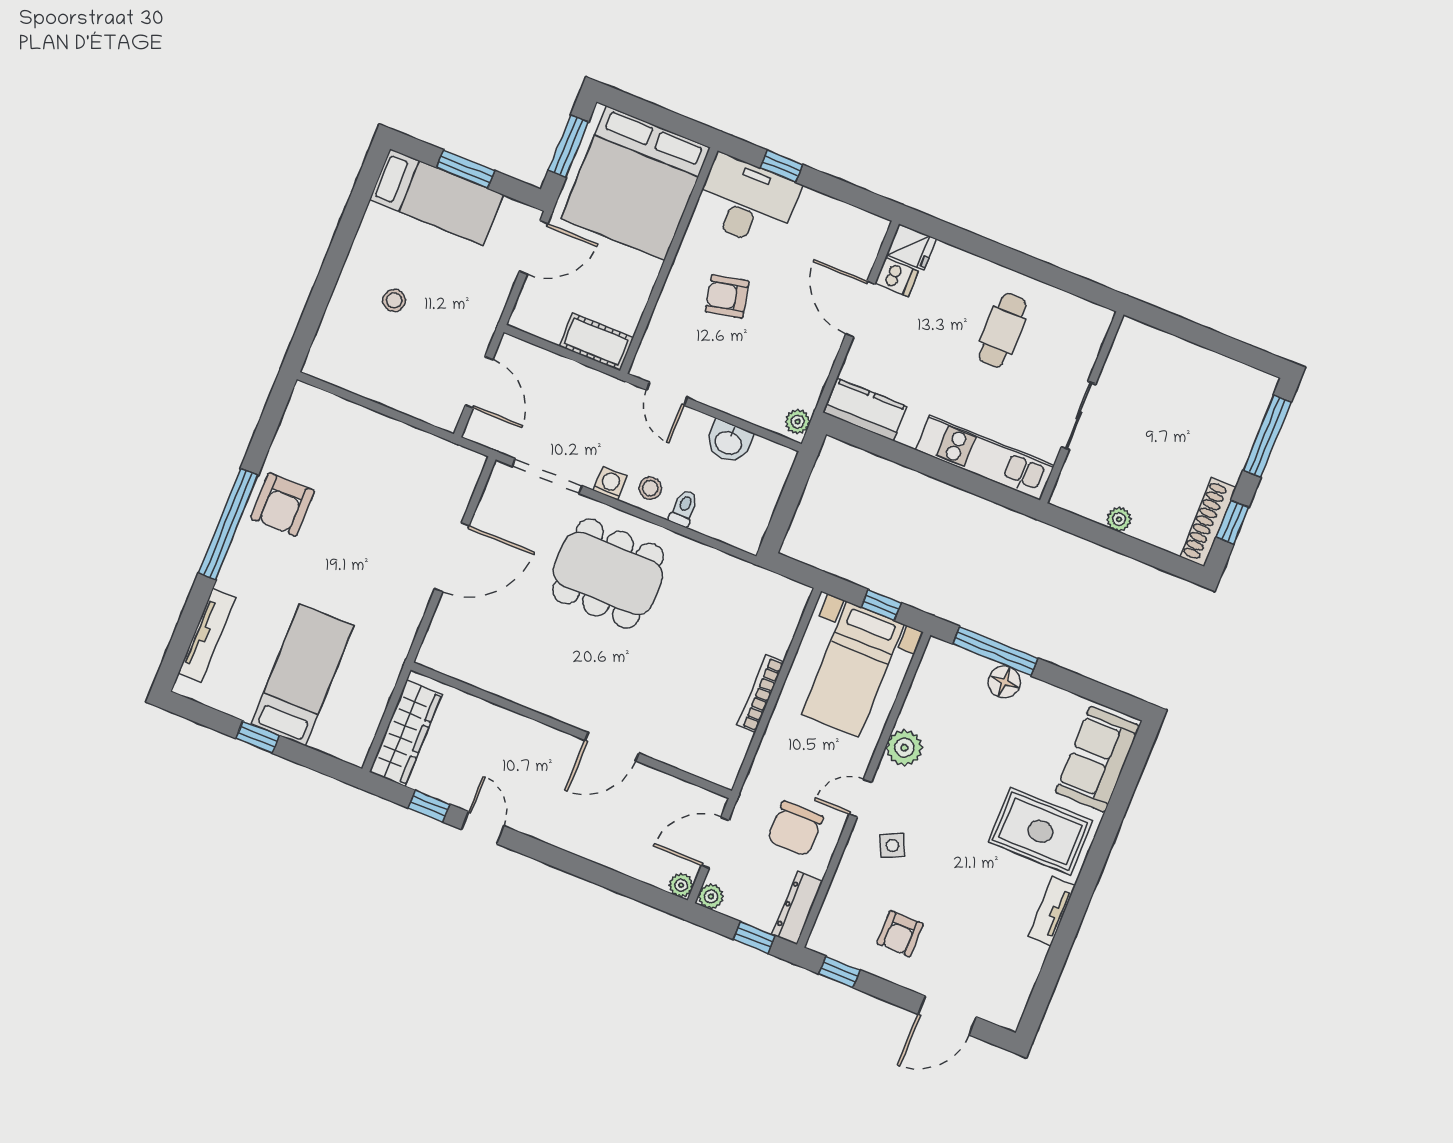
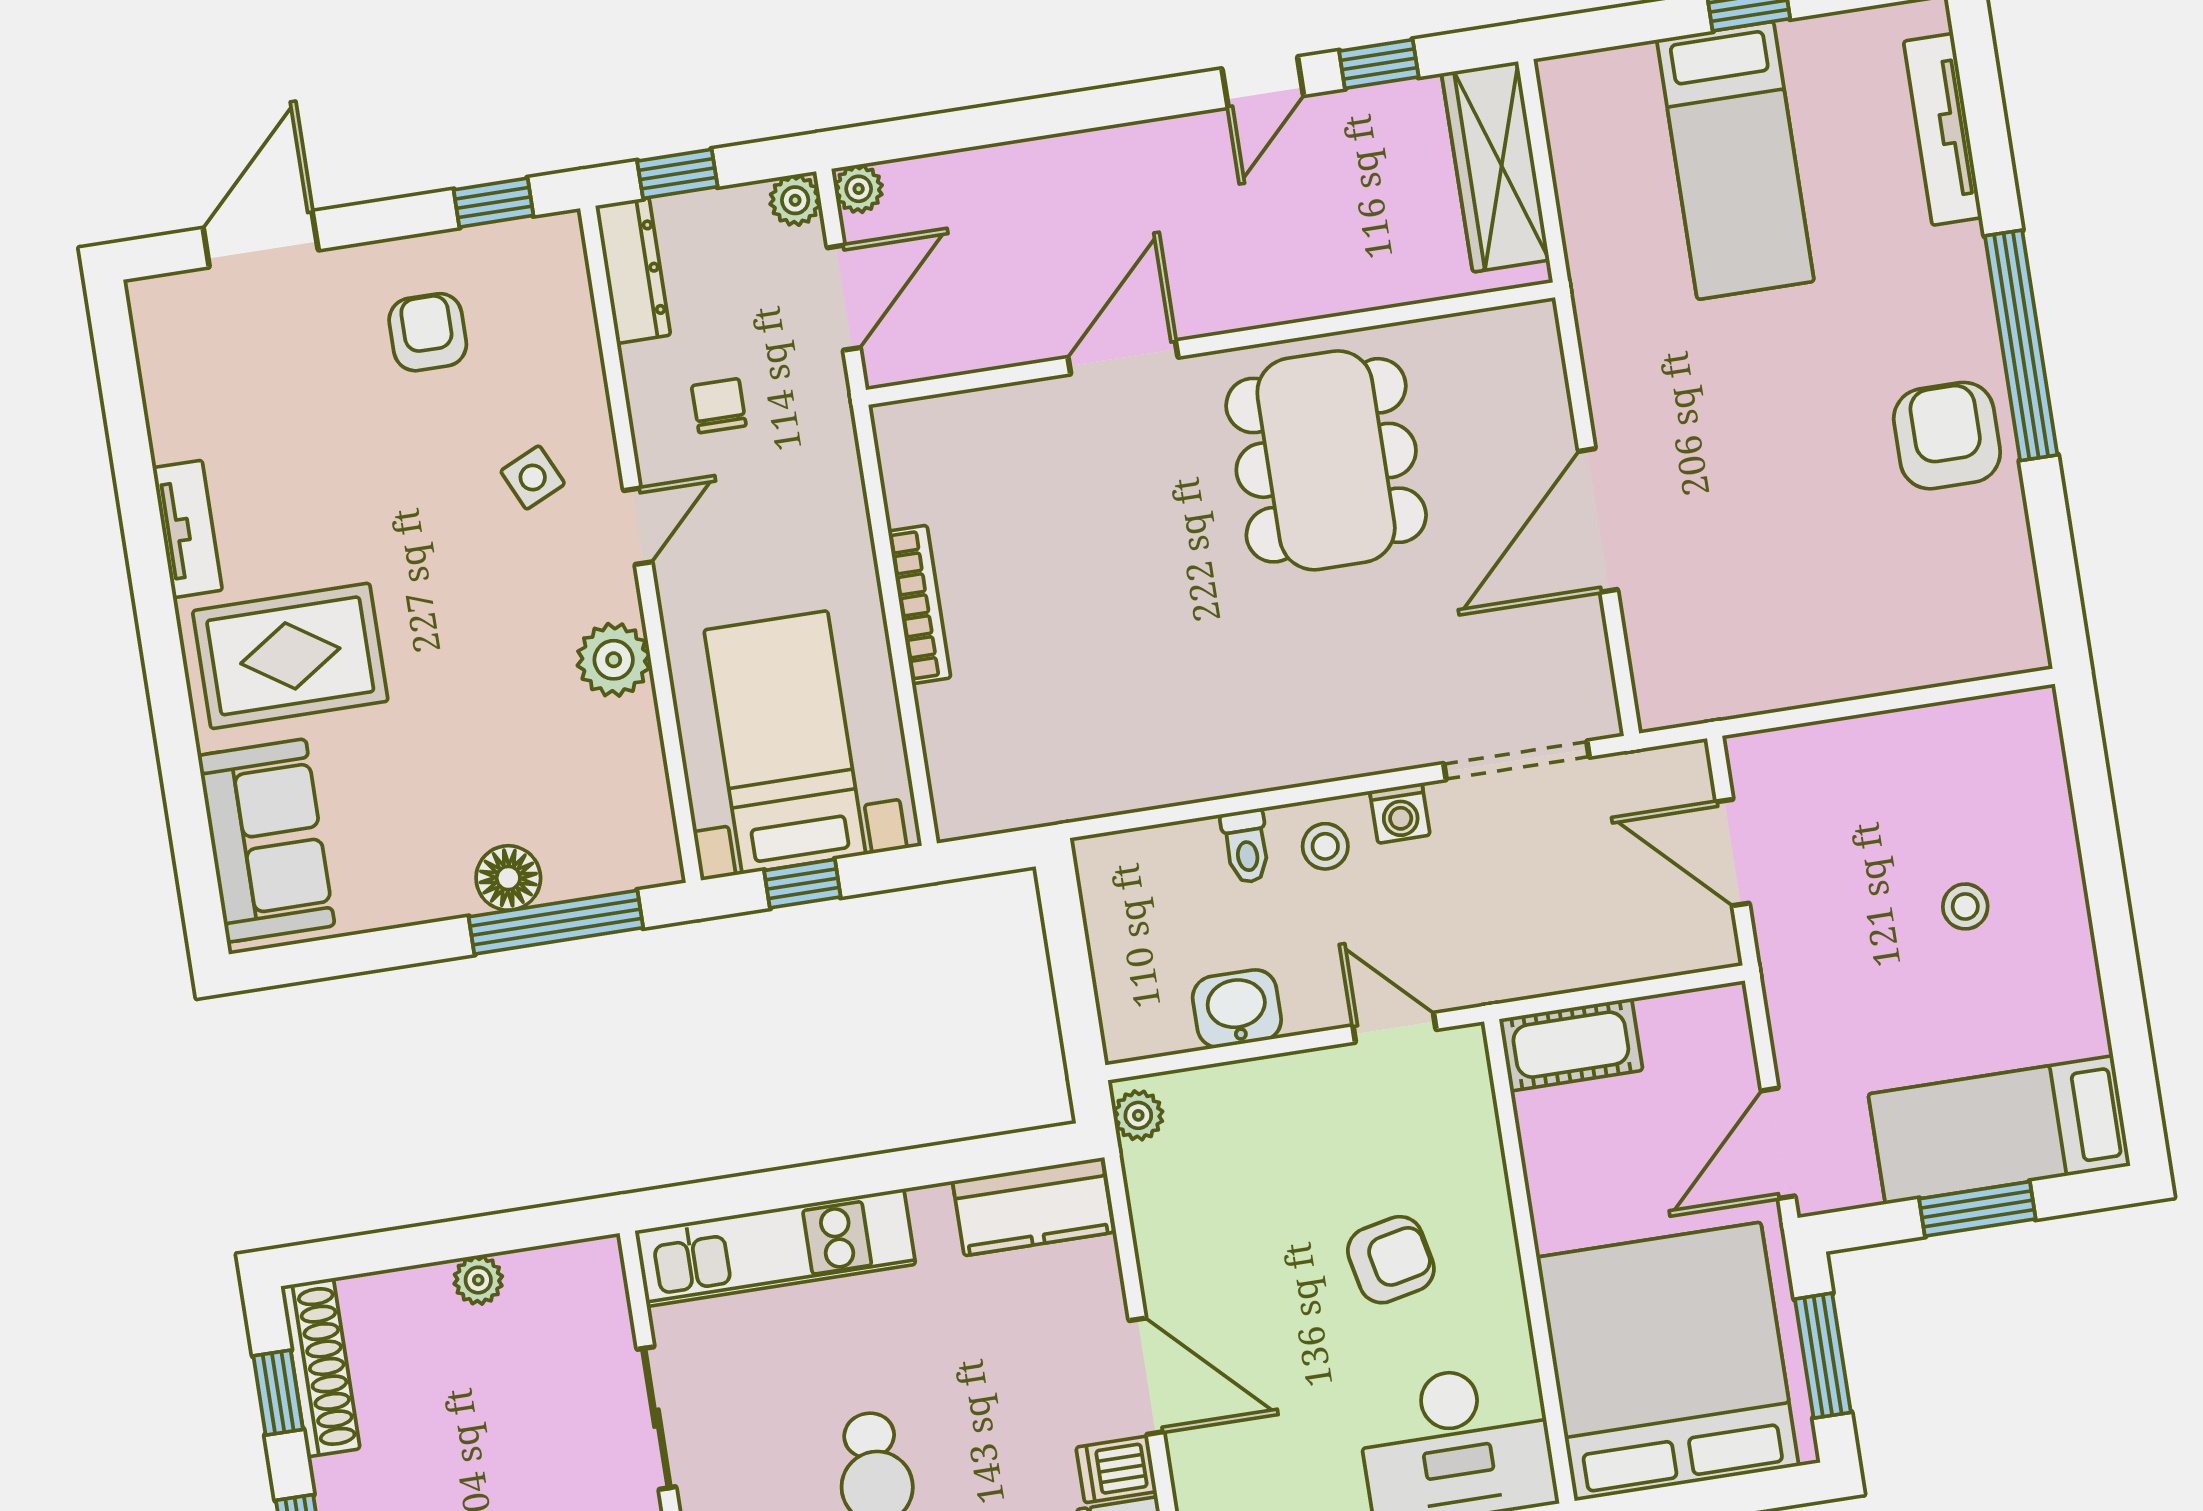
dining table: (608, 573) -> (1326, 460), moved, turned 90
door: (483, 828) -> (1263, 82), hinge flipped
chair: (795, 829) -> (719, 406), width x0.54, depth x0.54

